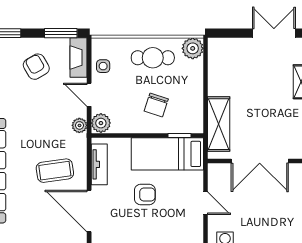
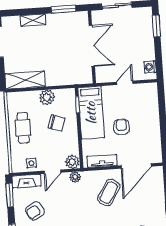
plant: (193, 48) -> (47, 97), moved
shelving: (219, 124) -> (25, 80), moved
coffee table: (55, 171) -> (109, 193), turned 40

